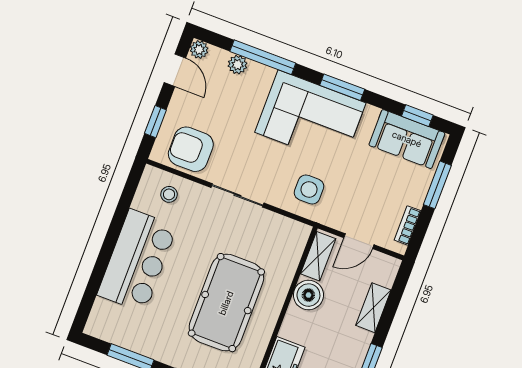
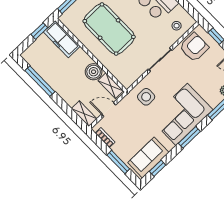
door: (359, 241) -> (109, 110), hinge flipped
shelving: (373, 308) -> (84, 114), moved

